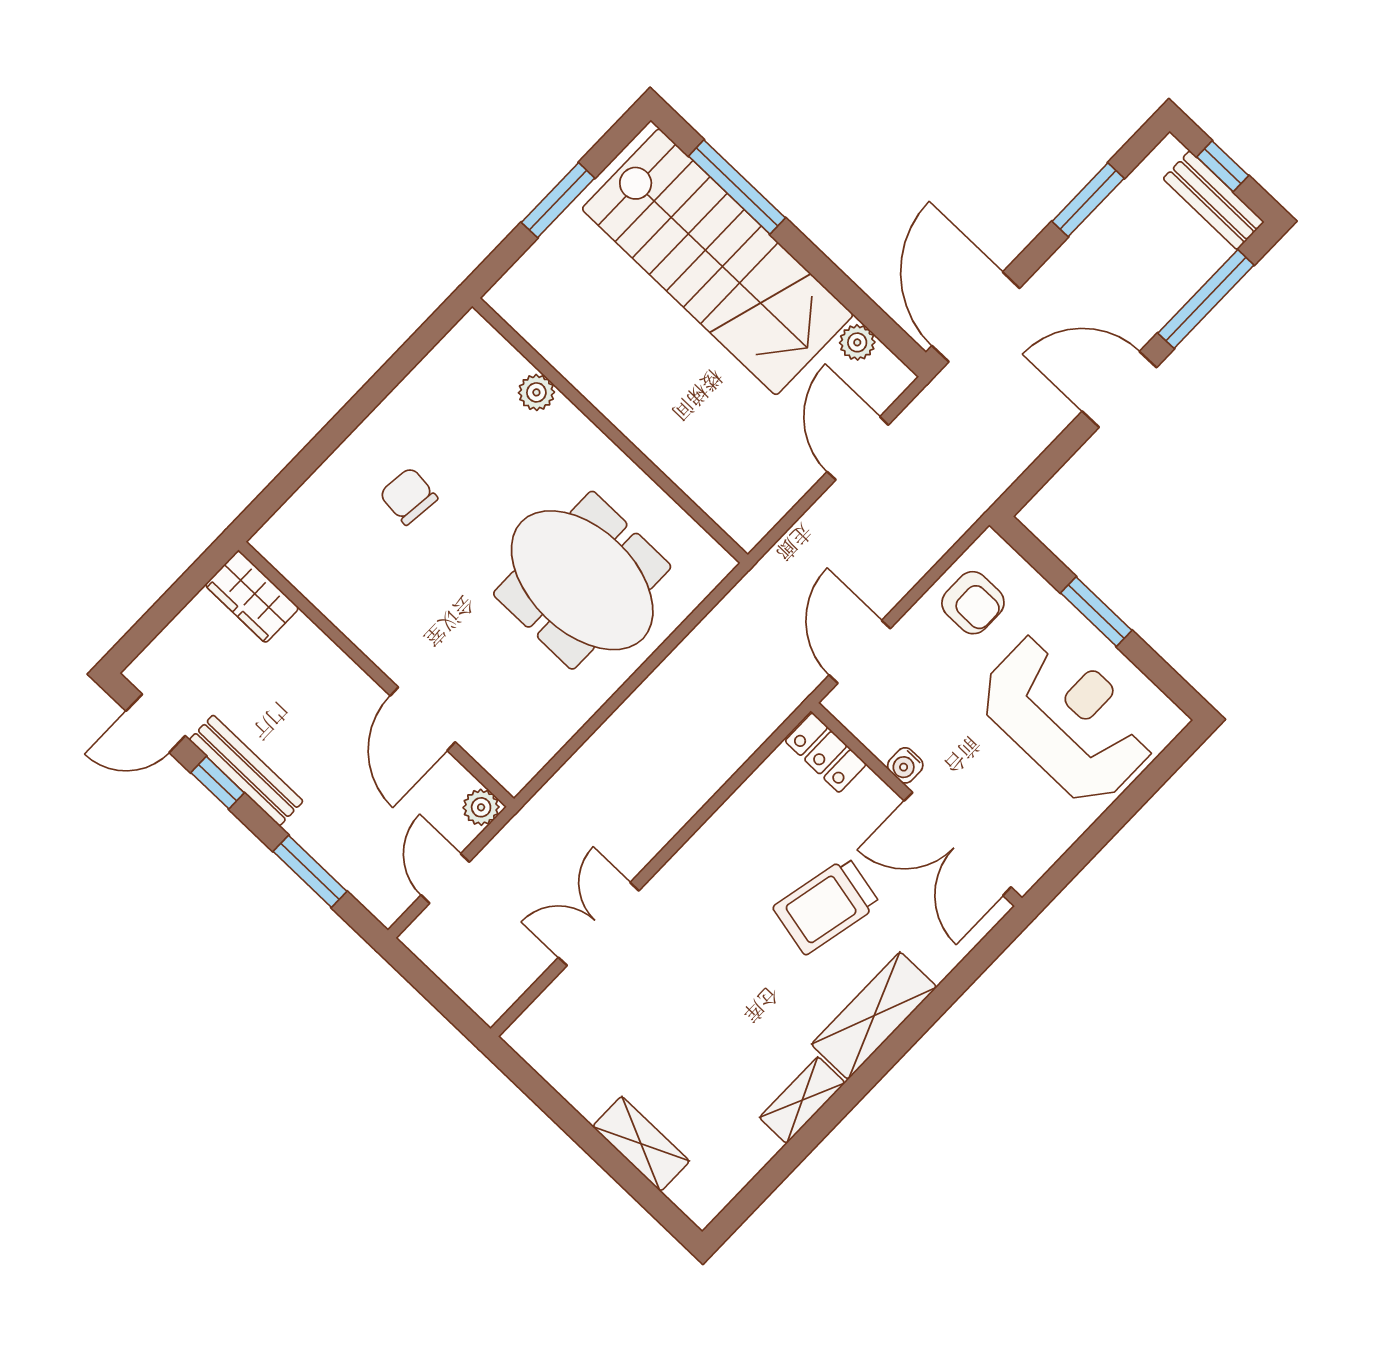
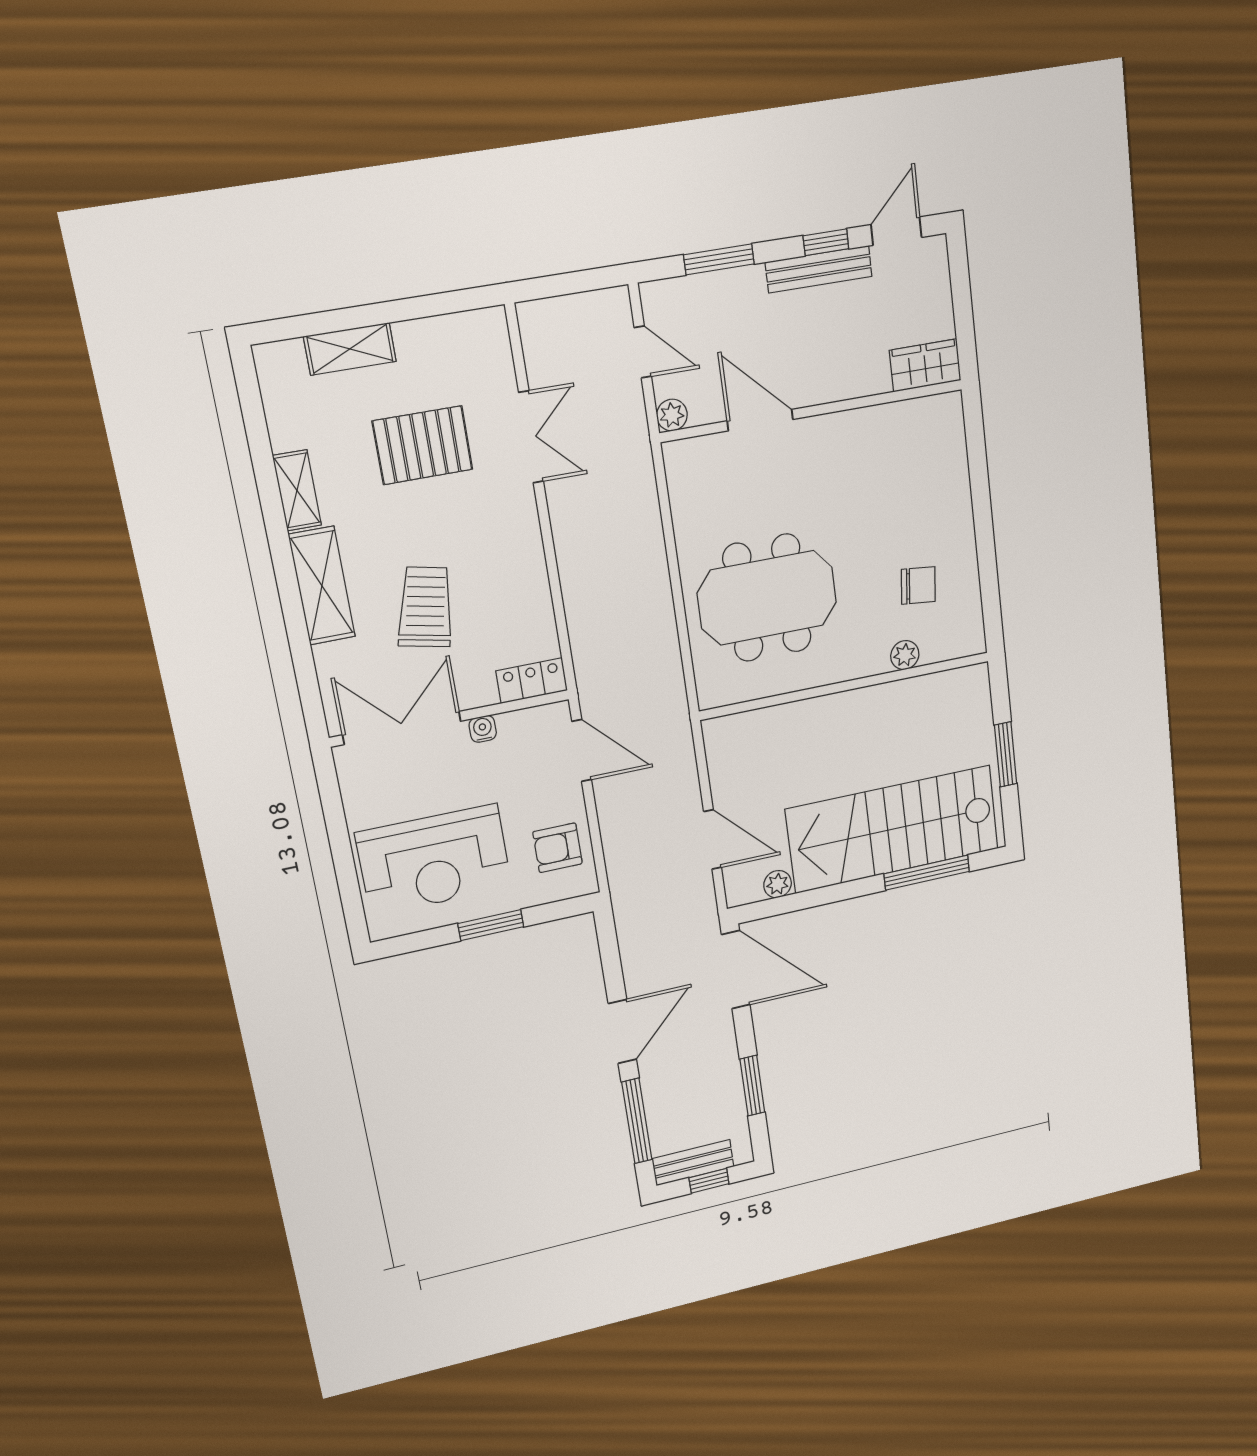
chair: (409, 496) -> (918, 585), moved
pallet: (679, 1017) -> (423, 445), added

